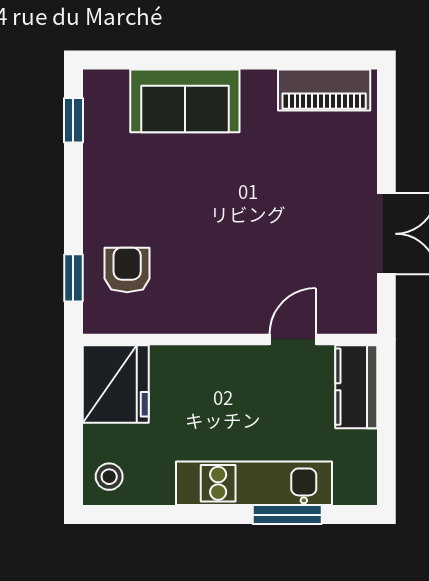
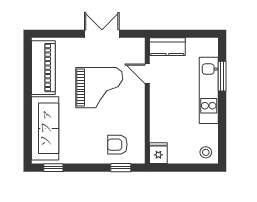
piano: (324, 90) -> (43, 68), width x1.37, depth x1.33
sofa: (185, 101) -> (45, 128), width x1.36
grand piano: (260, 227) -> (99, 88), added
fridge: (116, 384) -> (158, 153), width x0.53, depth x0.75

